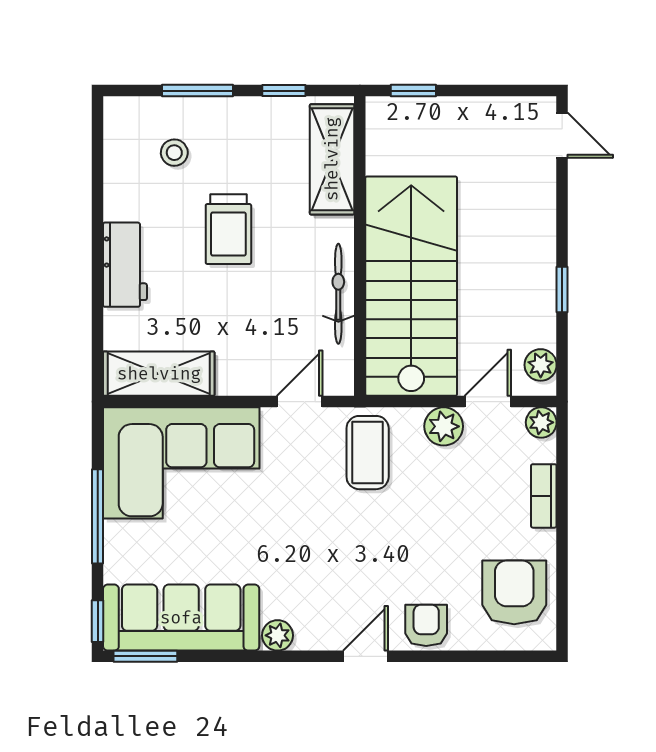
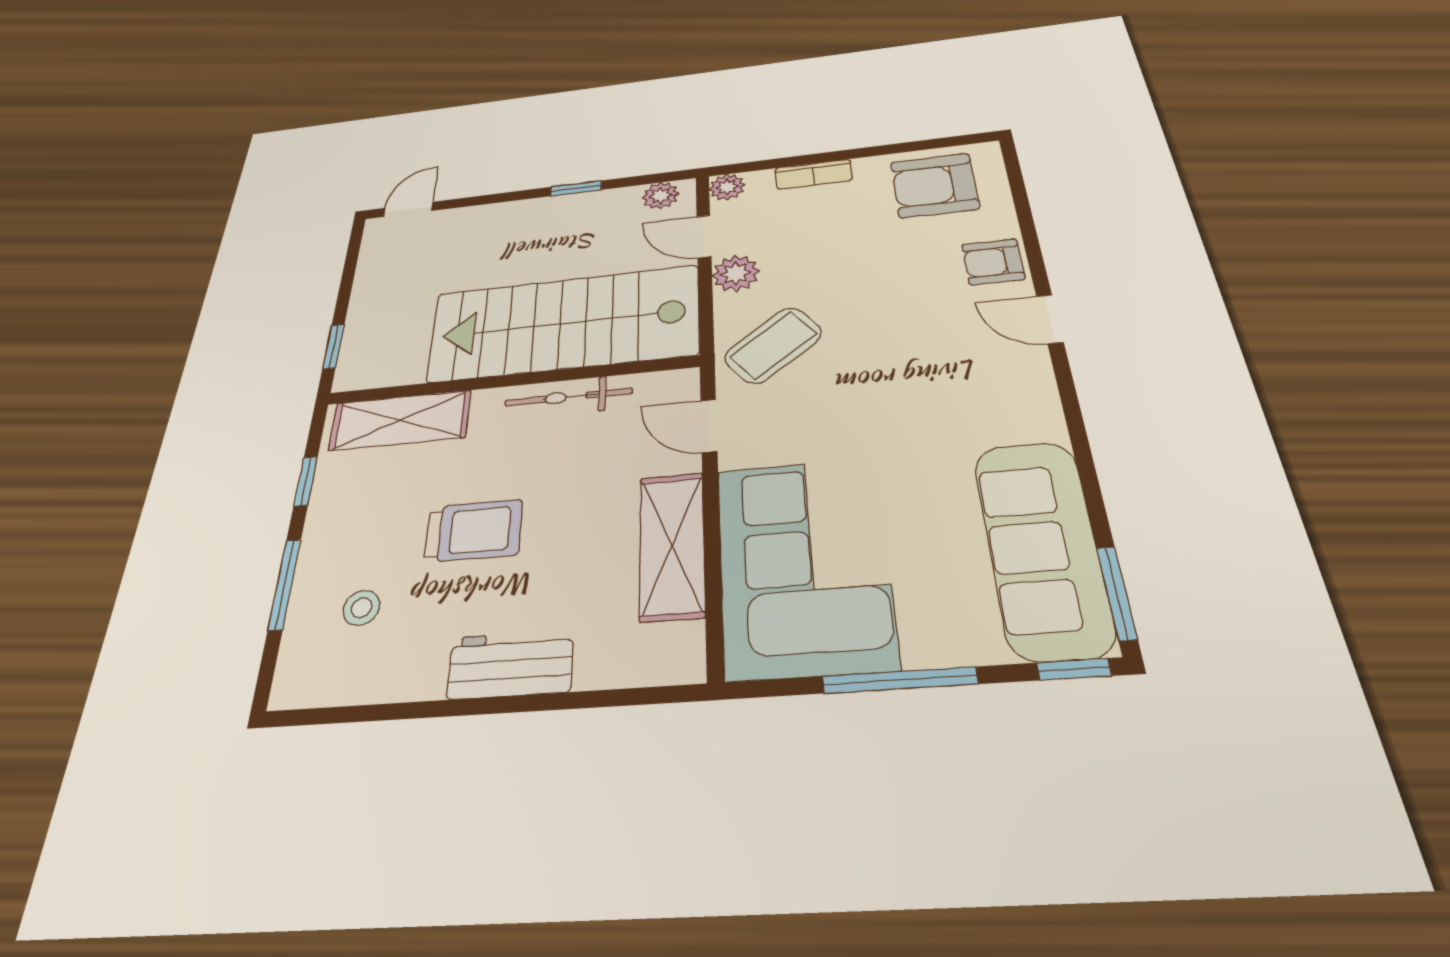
shelving: (159, 374) -> (672, 545), moved
coffee table: (368, 453) -> (773, 345), turned -38
plant: (278, 635) -> (1043, 421), removed

